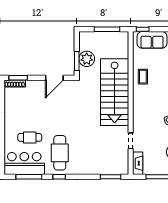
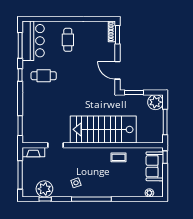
plant: (87, 59) -> (155, 102), moved
cafe table: (30, 137) -> (68, 40), moved
cafe table: (60, 153) -> (44, 76), width x0.73, depth x0.74

